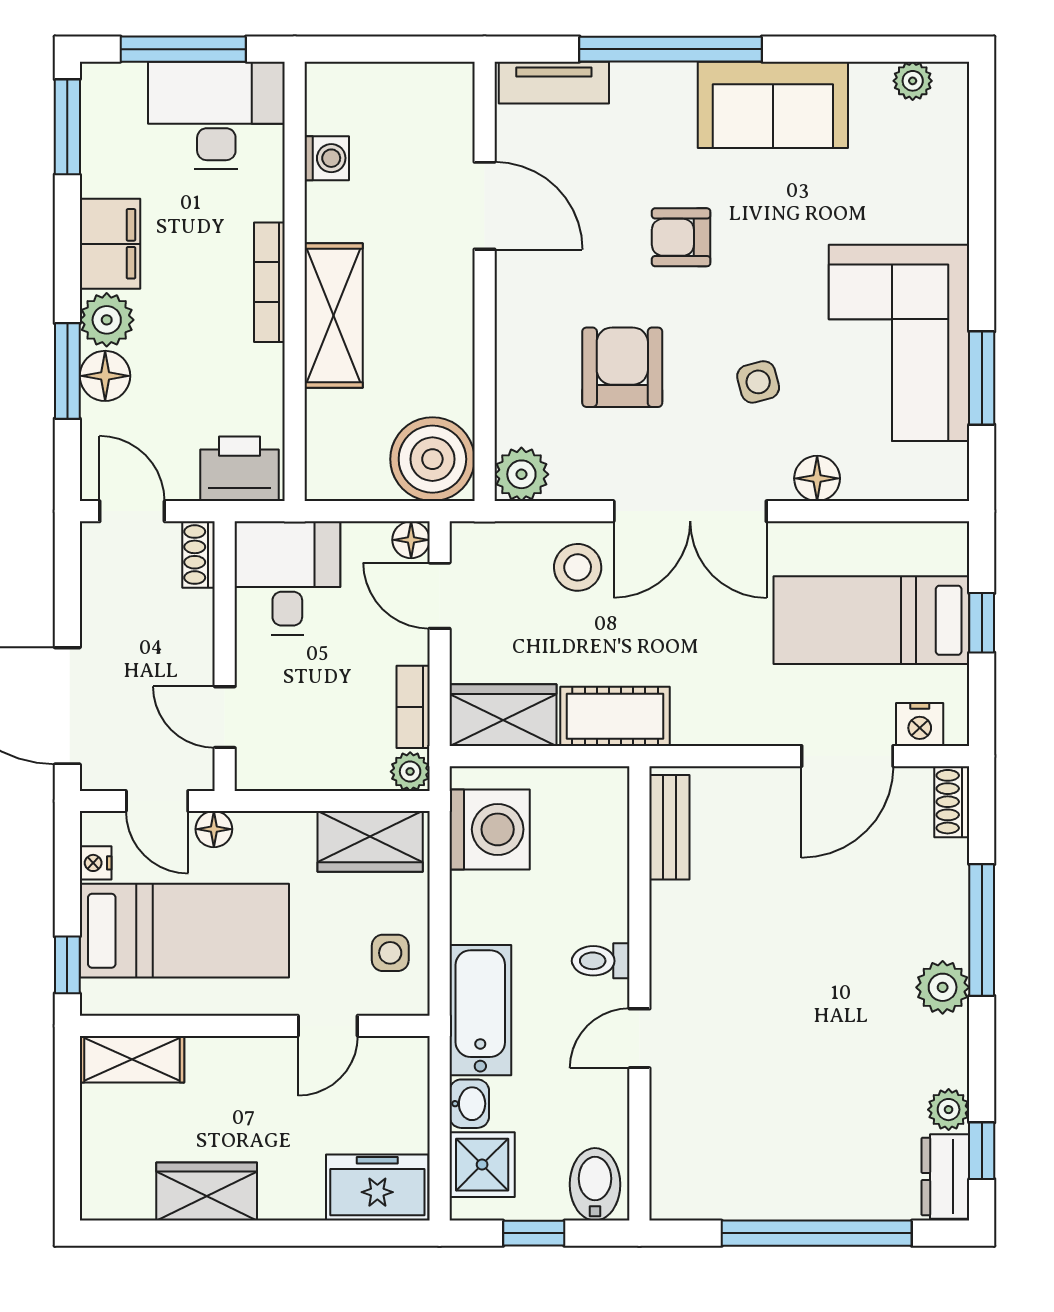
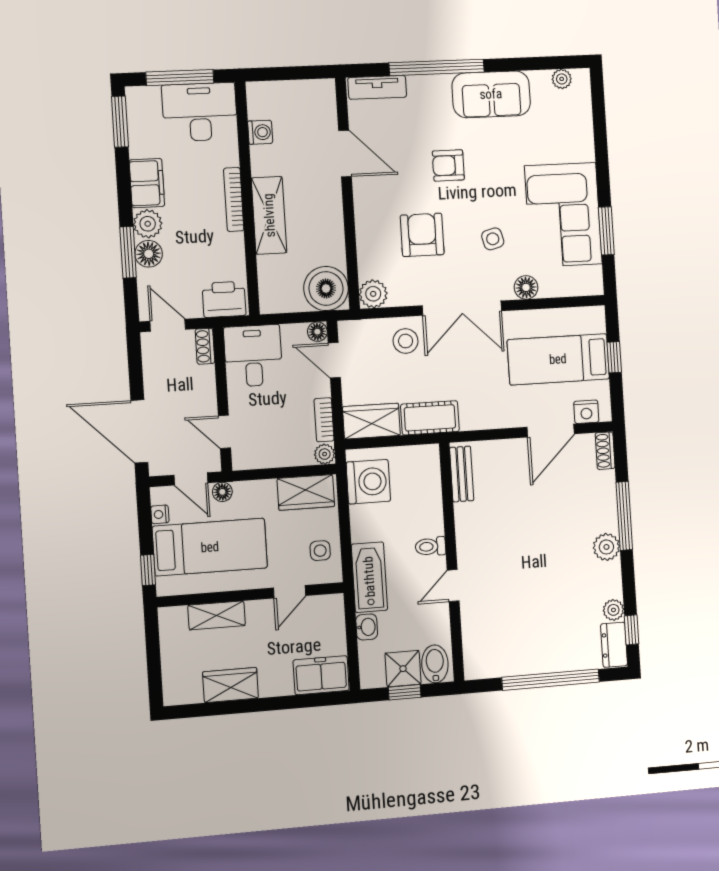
shelving: (132, 1059) -> (217, 615), moved
shower: (482, 1165) -> (403, 669), moved

